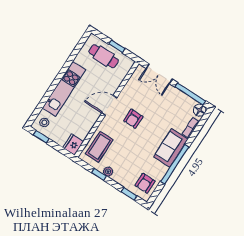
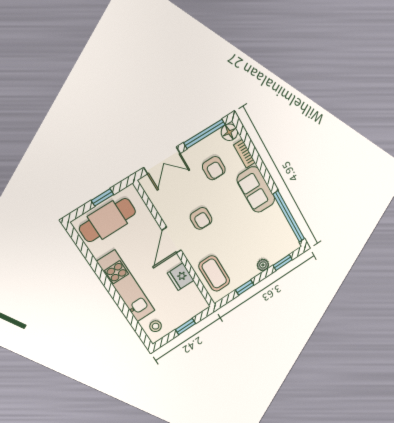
cafe table: (104, 56) -> (108, 220), width x1.37, depth x1.35
window: (41, 137) -> (186, 326), moved
fridge: (73, 145) -> (181, 277), moved
window: (175, 164) -> (289, 217), moved
plant: (108, 172) -> (263, 265), moved
armchair: (145, 183) -> (214, 168), moved

